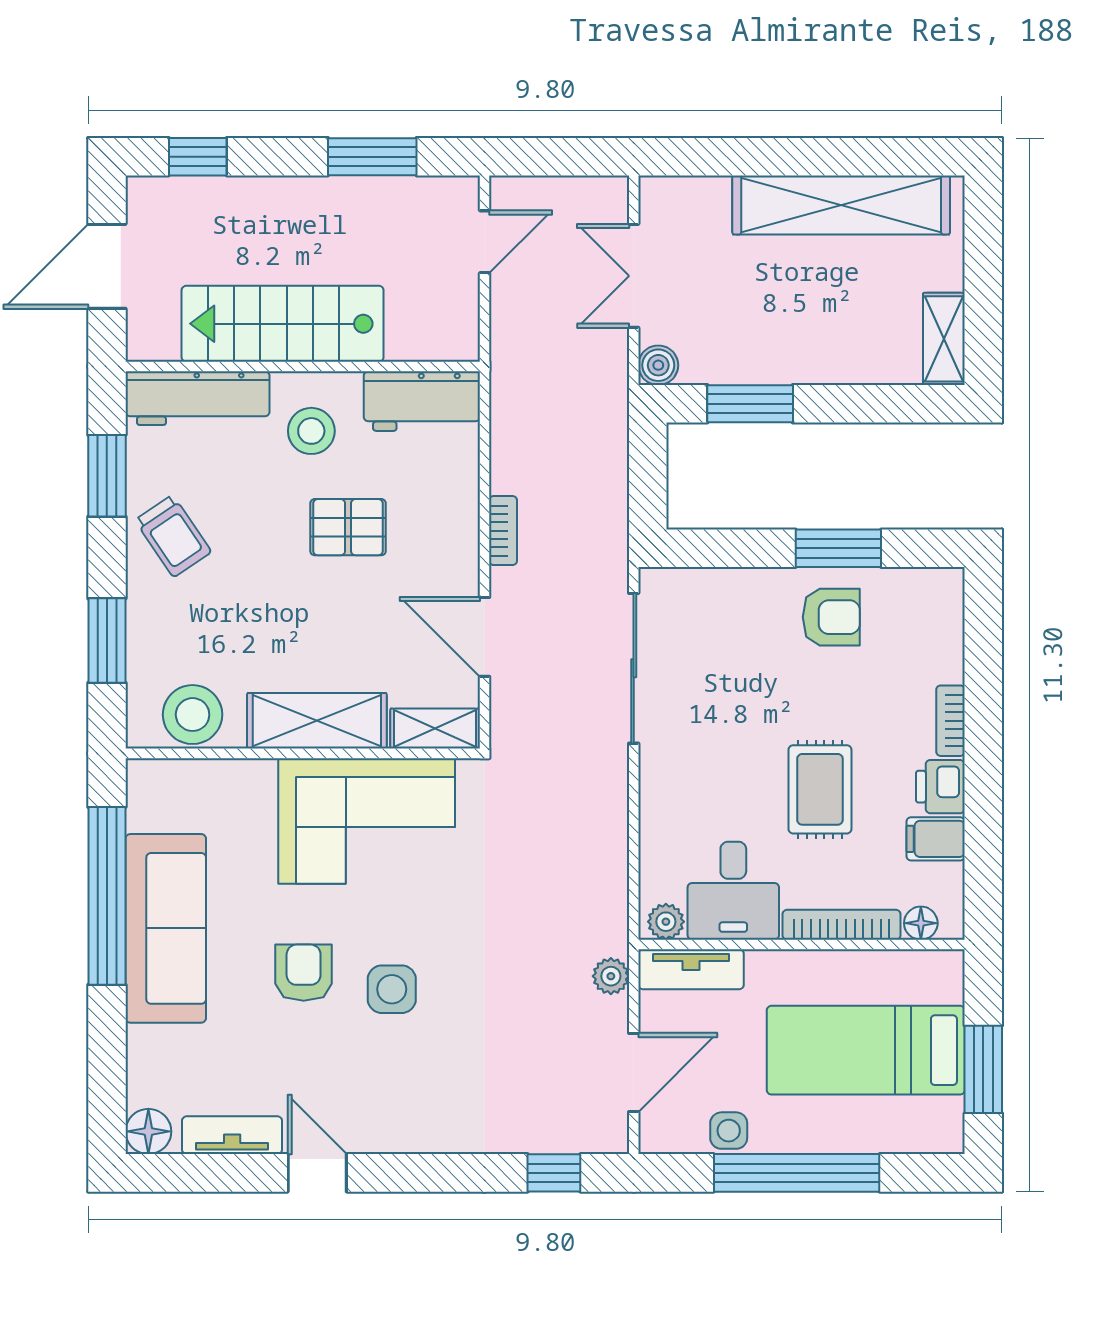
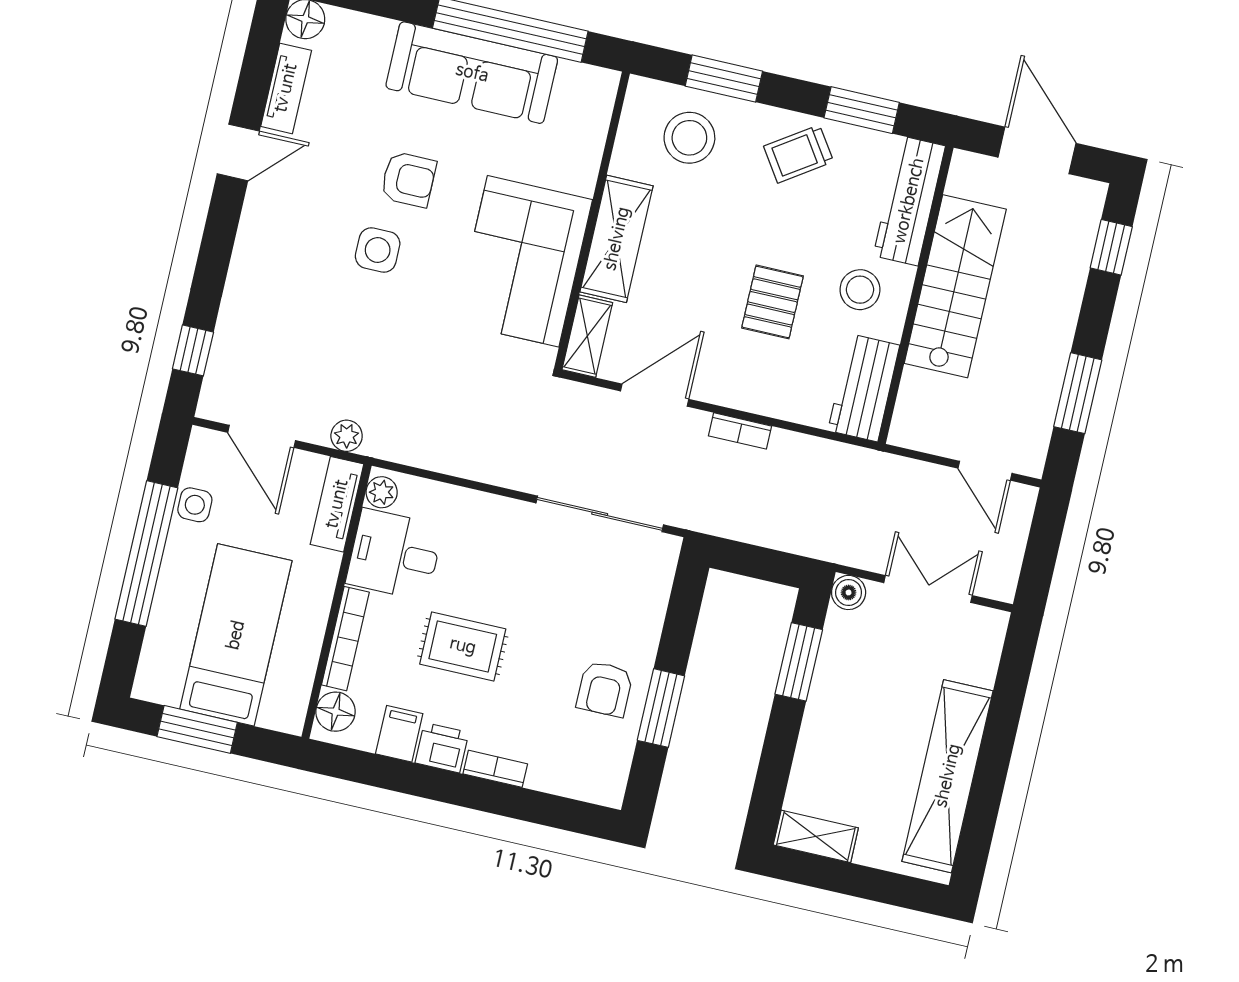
stool: (193, 715) -> (689, 138), moved
floor lamp: (921, 923) -> (336, 712), width x1.37, depth x1.37

